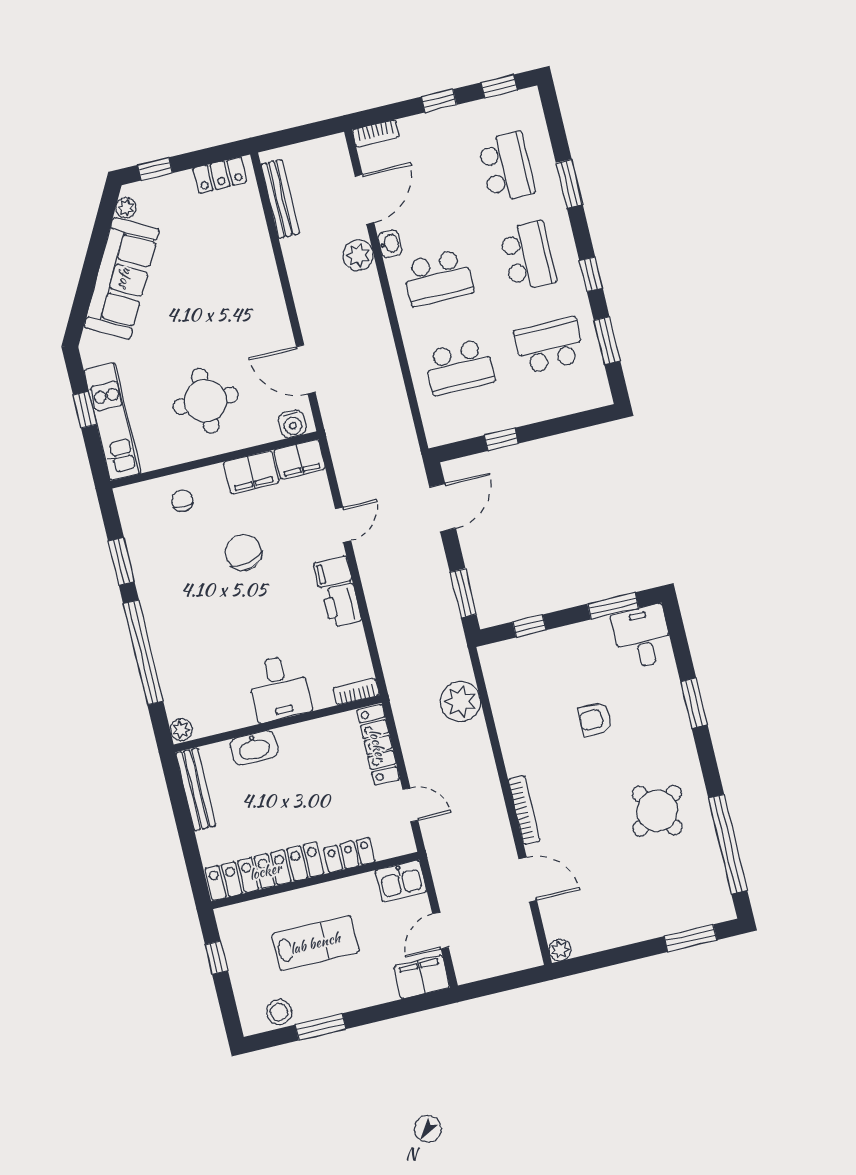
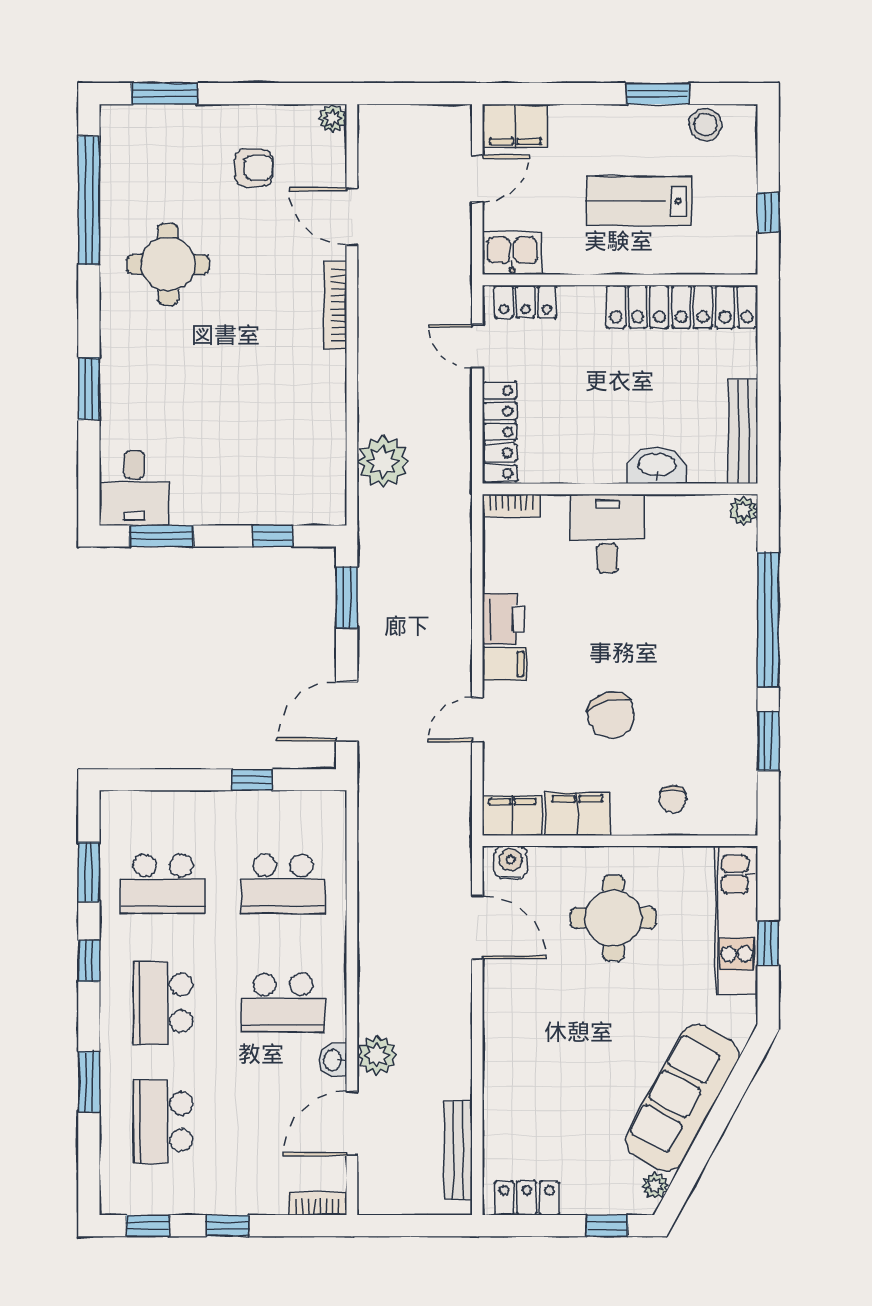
school desk: (438, 278) -> (283, 1003), turned 180
school desk: (459, 367) -> (283, 884), turned 180
armchair: (595, 719) -> (254, 168), moved
round table: (657, 811) -> (168, 264), turned 33
locker: (349, 855) -> (525, 302), moved

